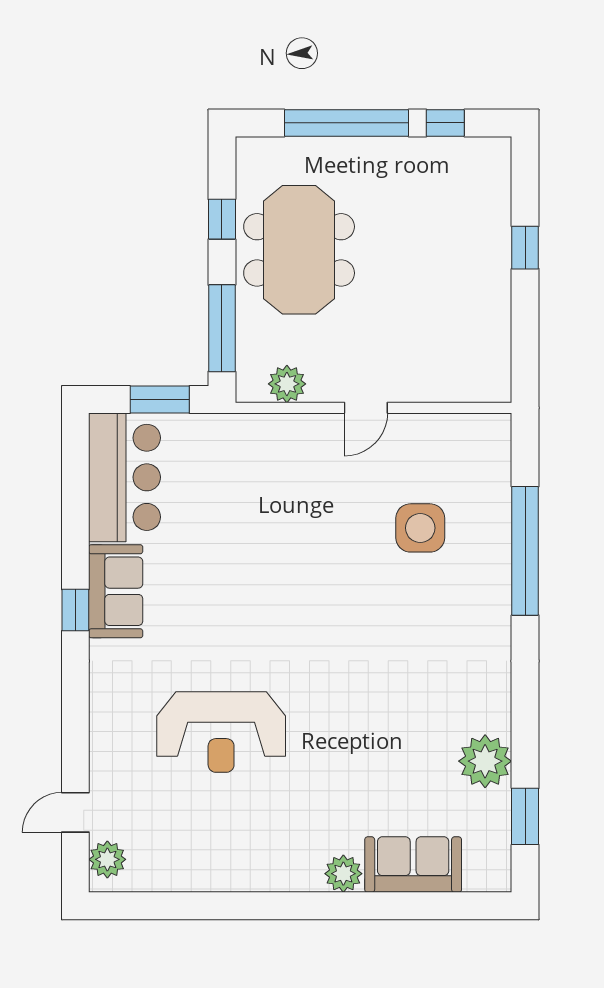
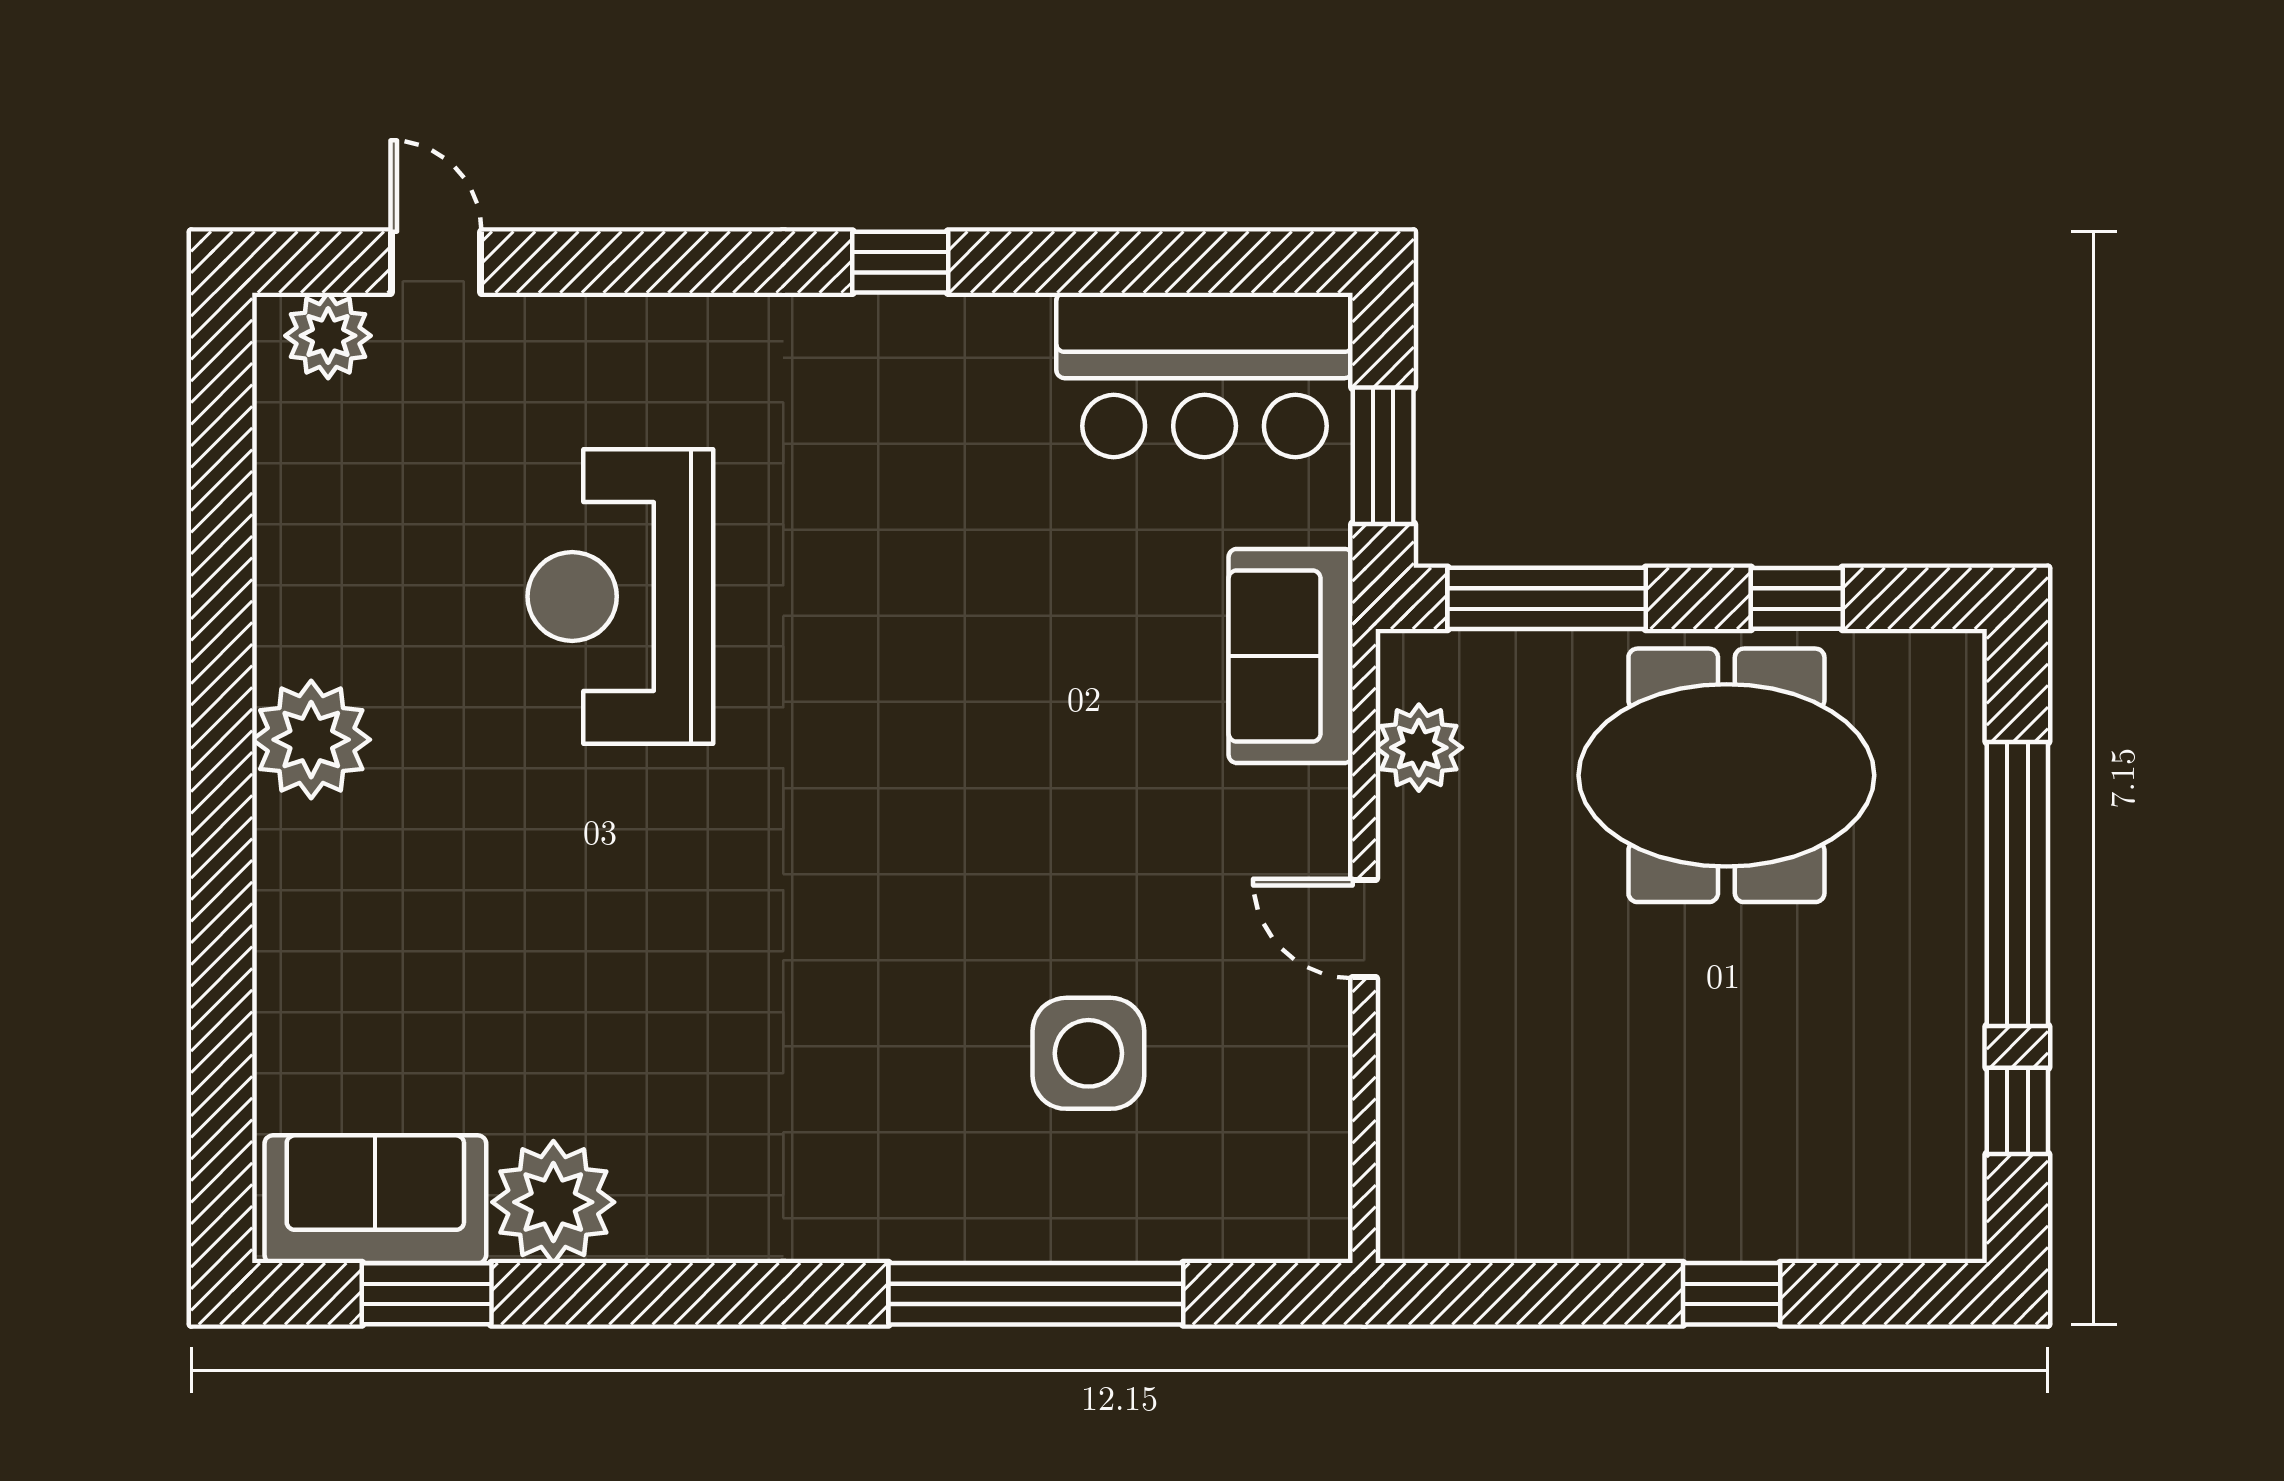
sofa: (116, 591) -> (1291, 656), moved, turned 90
sofa: (413, 865) -> (375, 1199), moved, turned -90
plant: (343, 874) -> (311, 740), moved, width x1.36, depth x1.36

